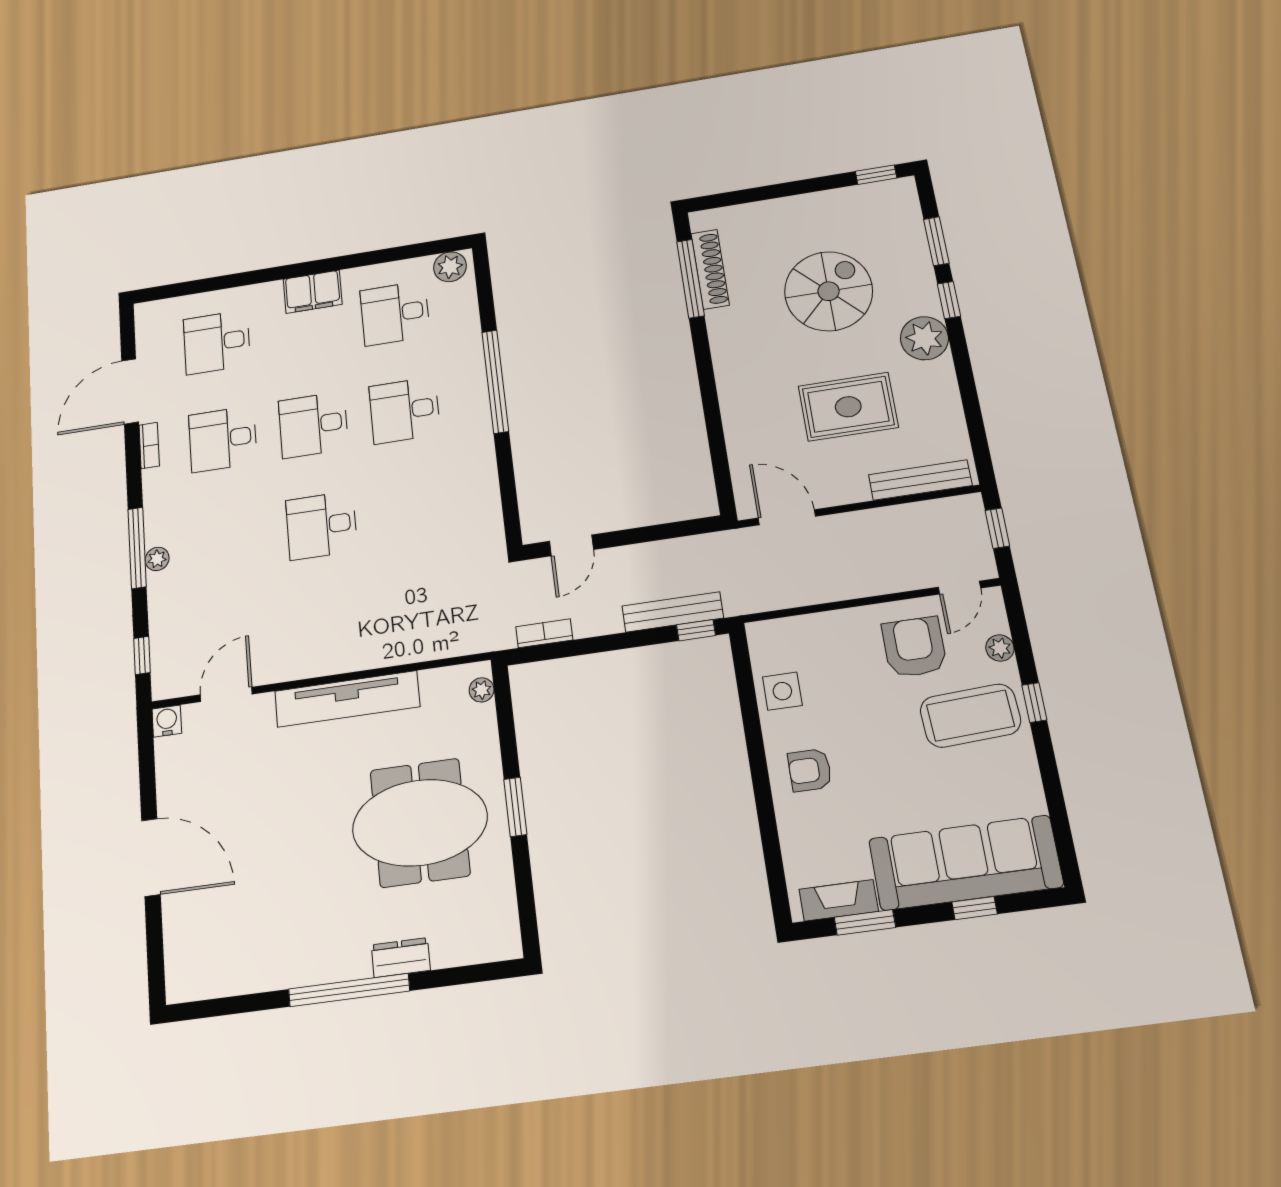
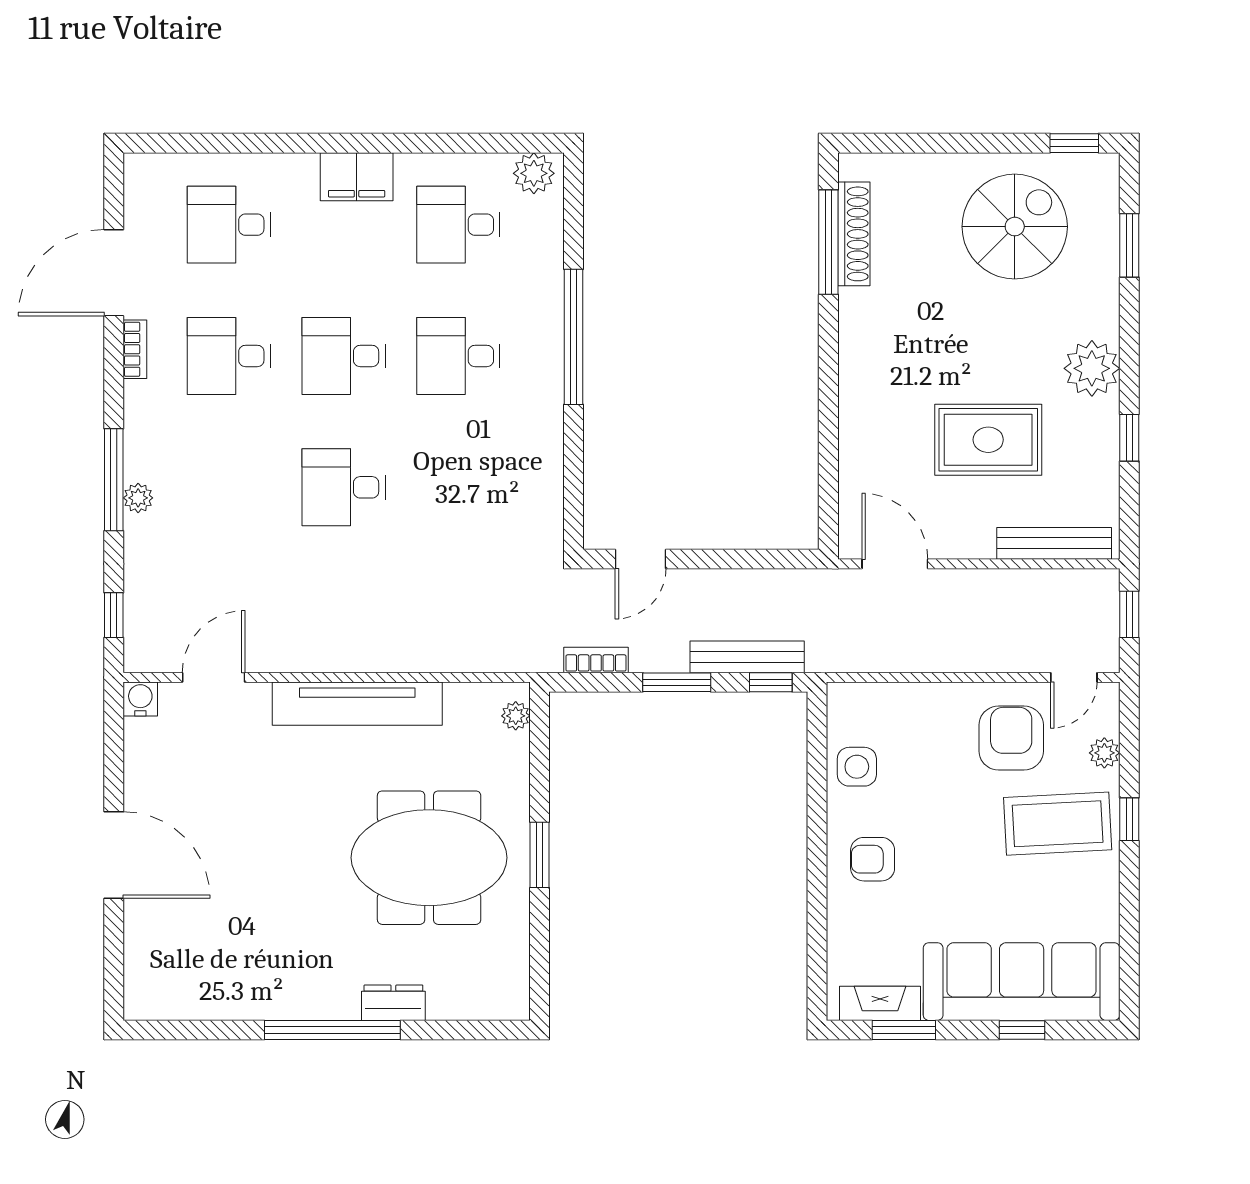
spiral stairs: (829, 291) -> (1015, 227), moved
window: (949, 300) -> (1129, 438), moved
window: (615, 642) -> (677, 682), added

